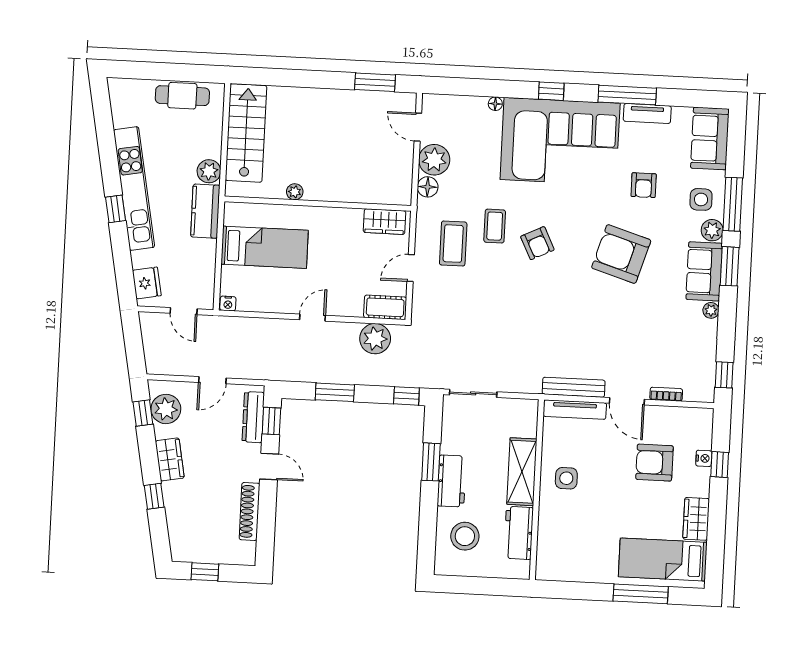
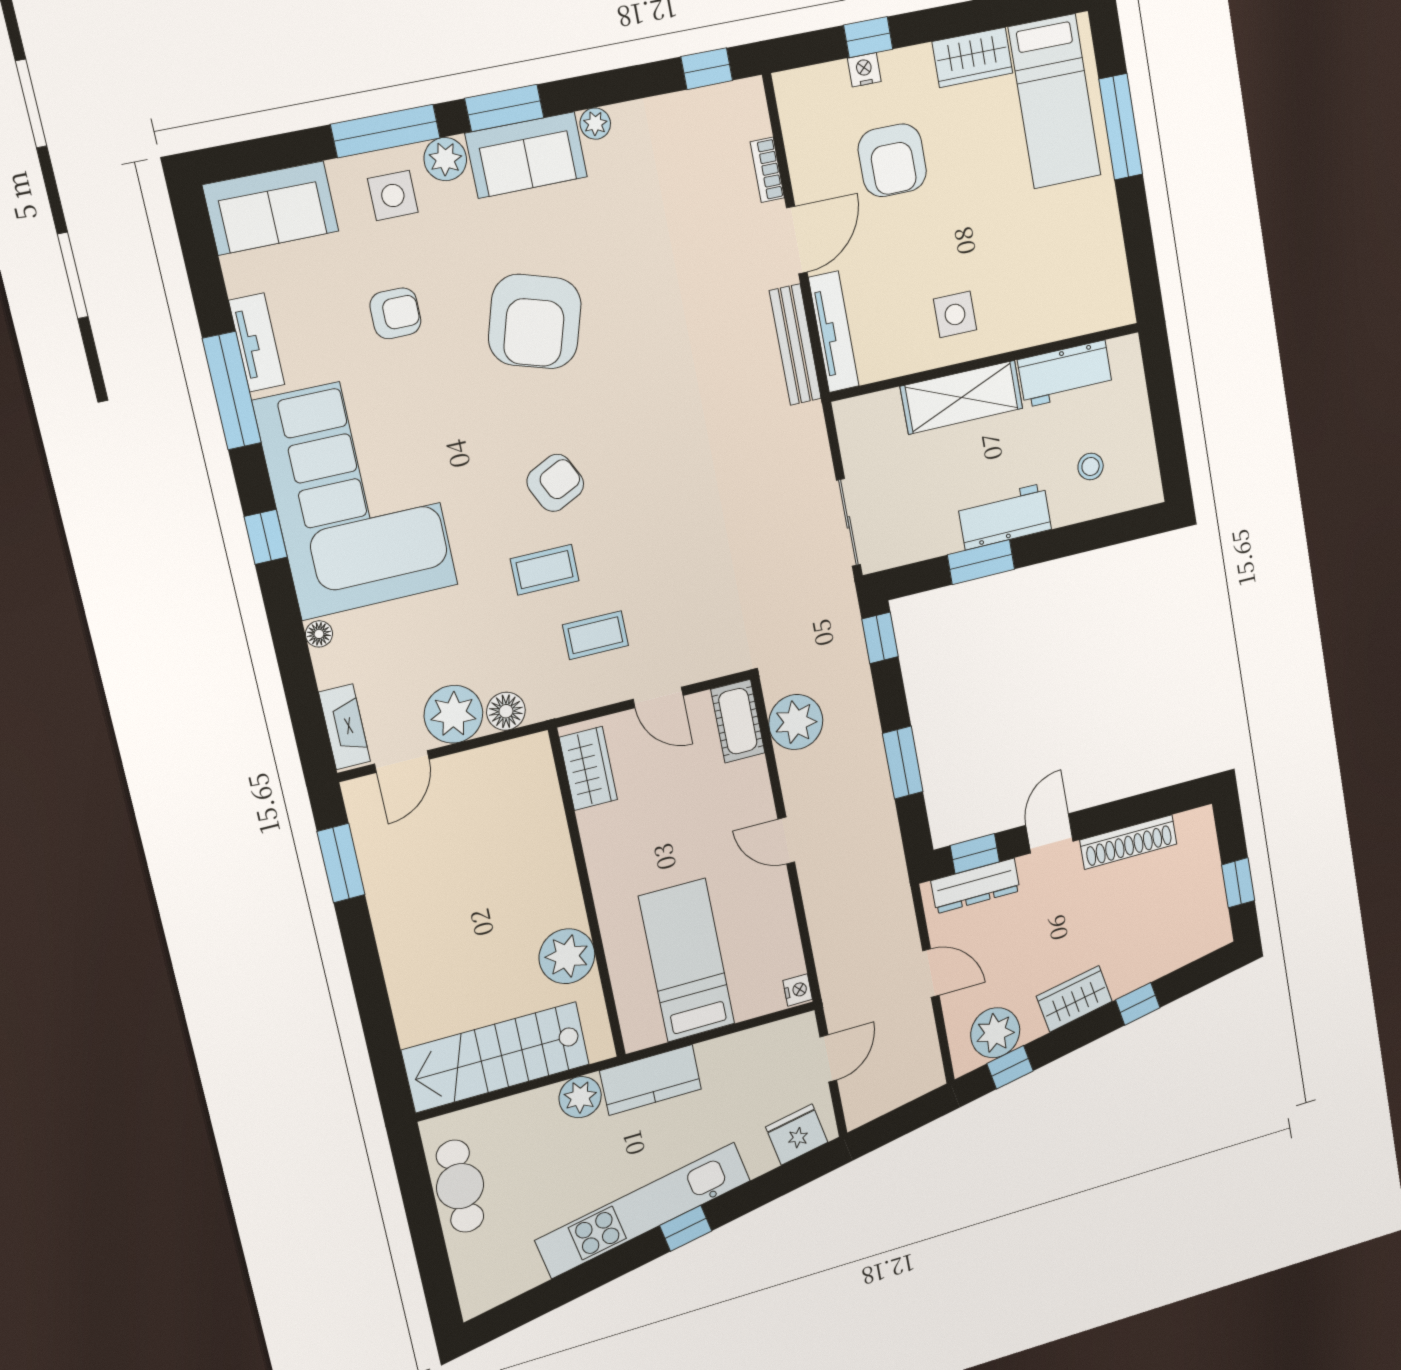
fireplace: (444, 103) -> (344, 727), added
plant: (295, 192) -> (567, 956), width x1.87, depth x1.87
coffee table: (453, 244) -> (595, 635), width x0.73, depth x0.77
stool: (465, 536) -> (1091, 466), width x0.53, depth x0.53

